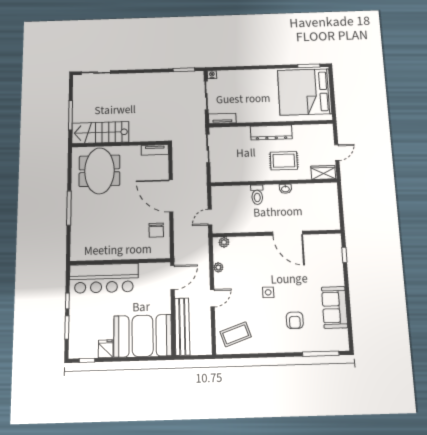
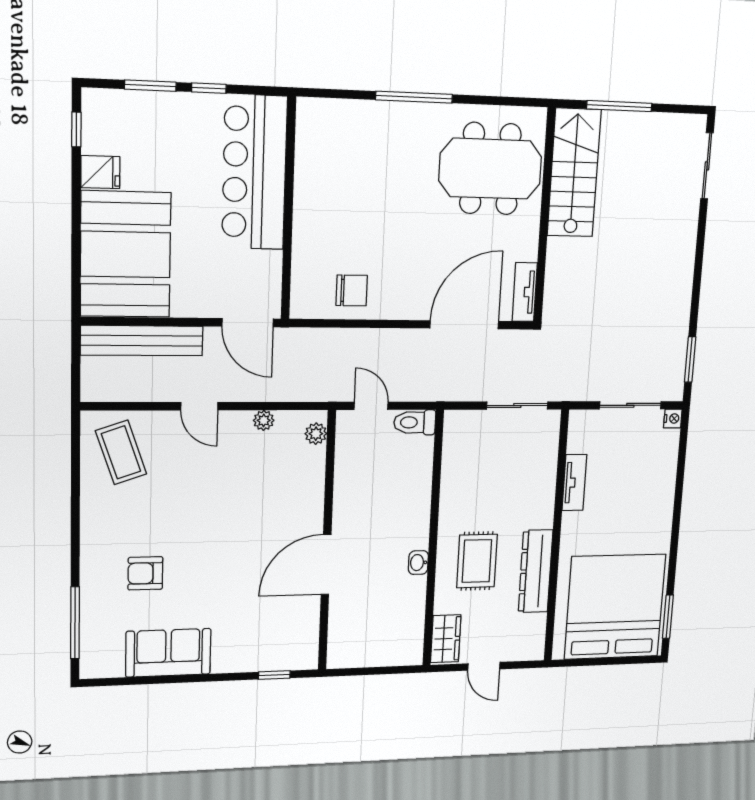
tv unit: (222, 118) -> (574, 483), moved
dresser: (271, 133) -> (536, 571), moved
toilet: (257, 195) -> (415, 422), moved
door: (171, 196) -> (464, 325), moved
chair: (156, 230) -> (352, 290), turned 180
side table: (268, 292) -> (206, 522), removed

